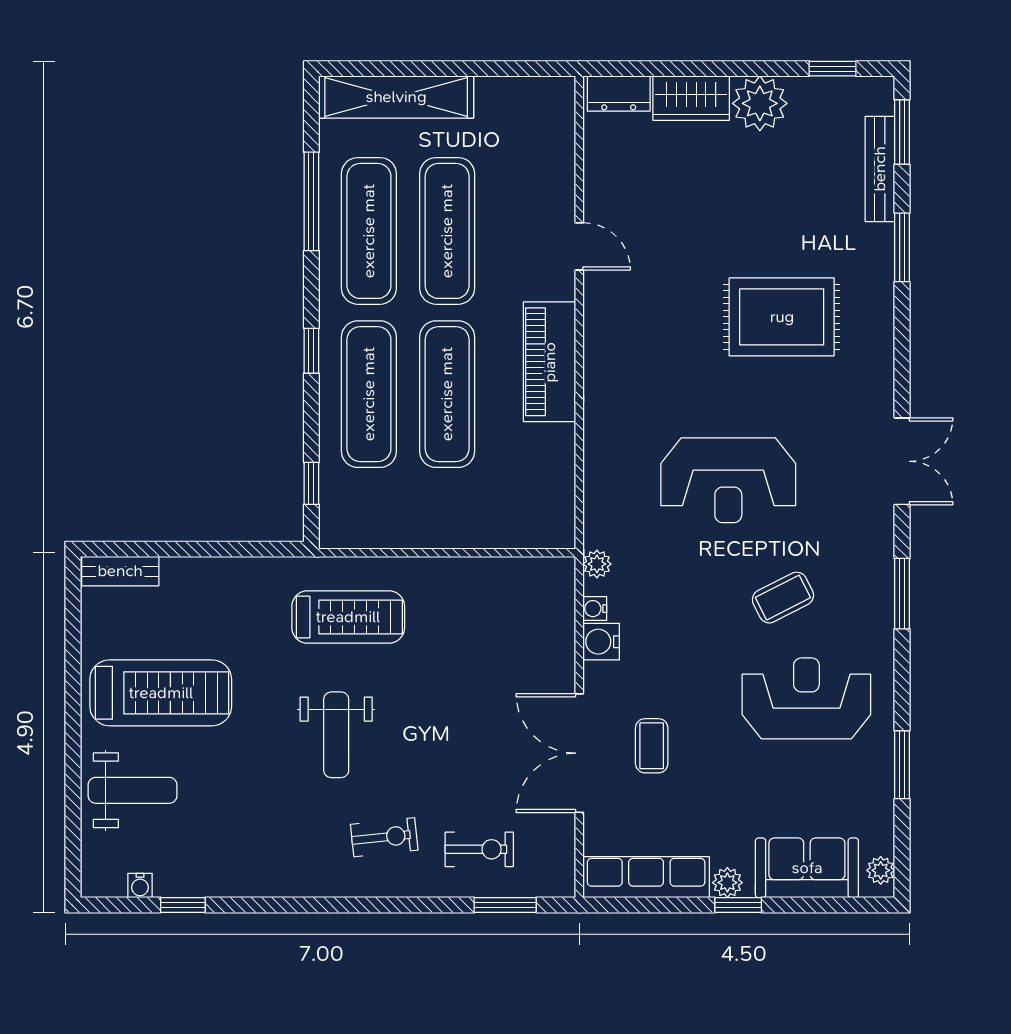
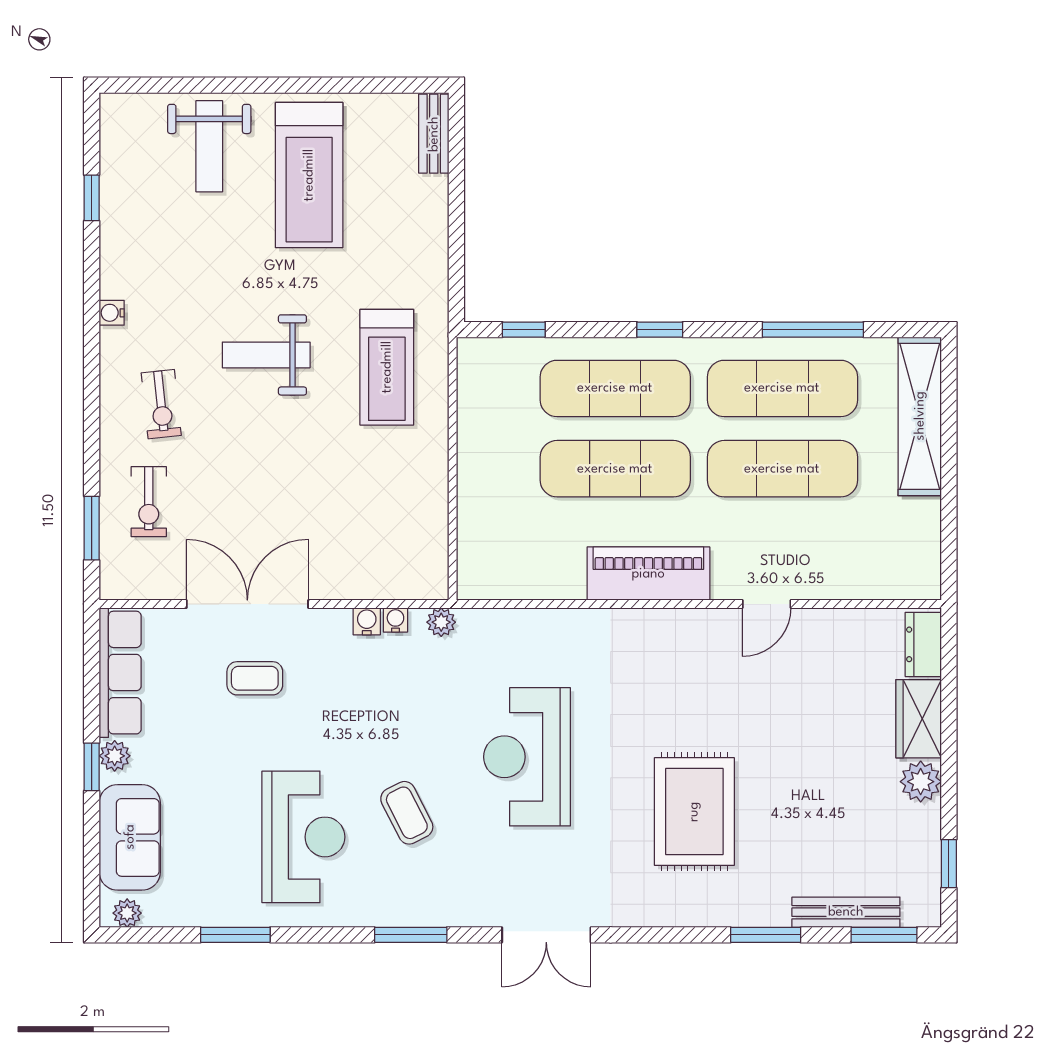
plant: (760, 103) -> (921, 782), width x0.73, depth x0.73
water cooler: (601, 642) -> (367, 621), width x0.72, depth x0.72
water cooler: (140, 885) -> (112, 313), moved

